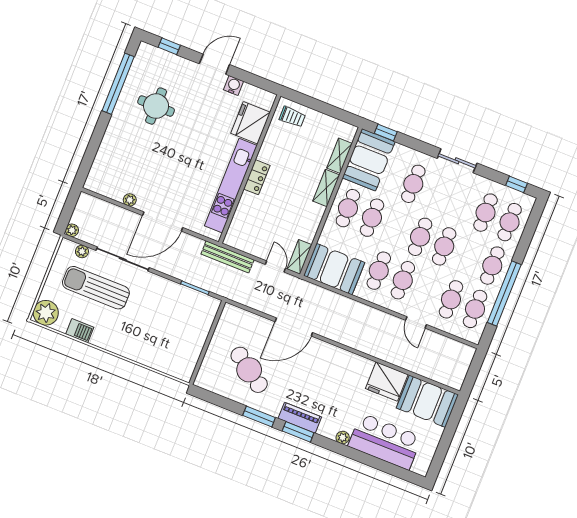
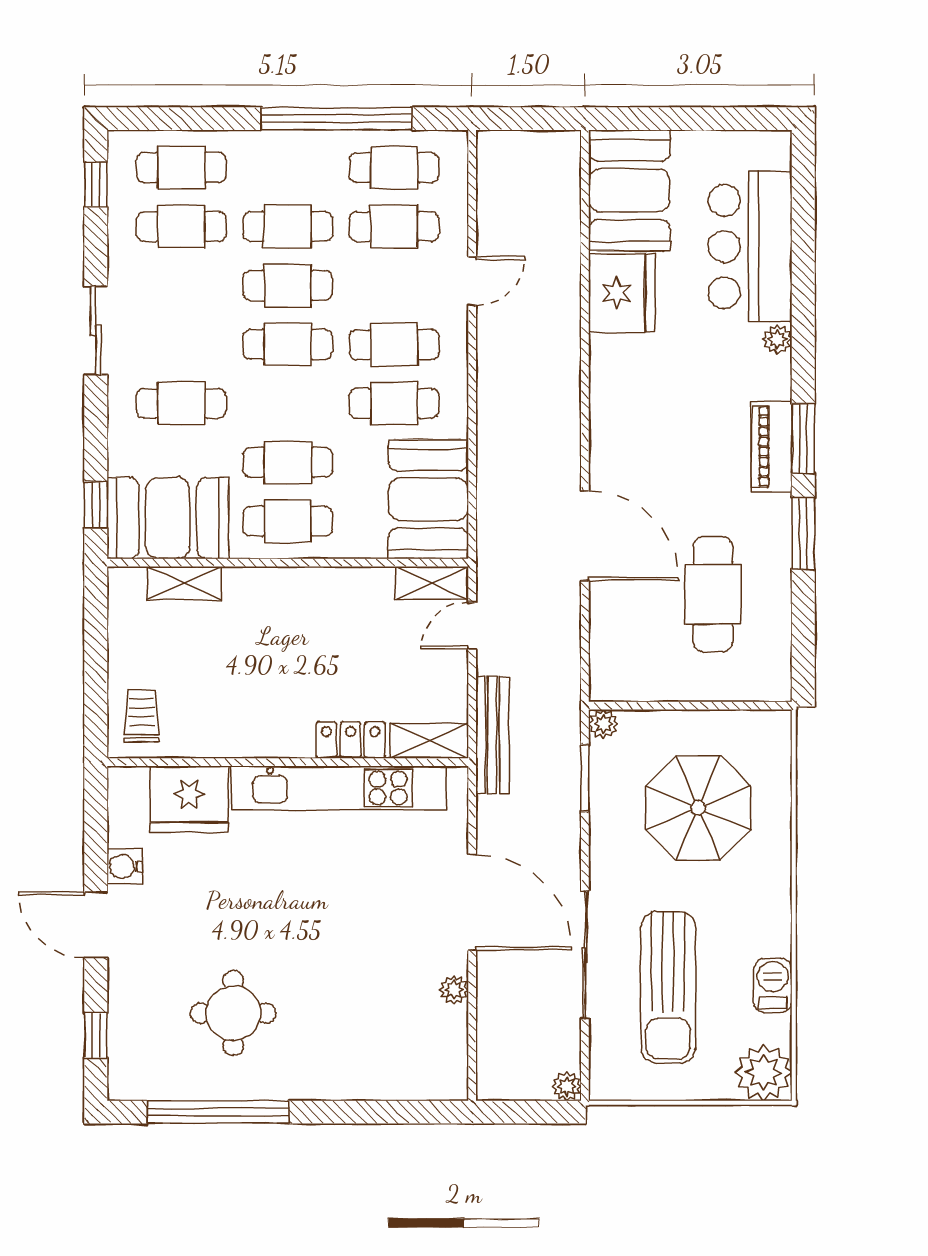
locker: (257, 177) -> (351, 740), moved
shelving: (326, 188) -> (429, 741), moved
plant: (82, 251) -> (603, 724), moved
cafe table: (492, 266) -> (288, 226), moved
parasol: (164, 329) -> (698, 808), added
cafe table: (249, 370) -> (713, 594), turned -35

